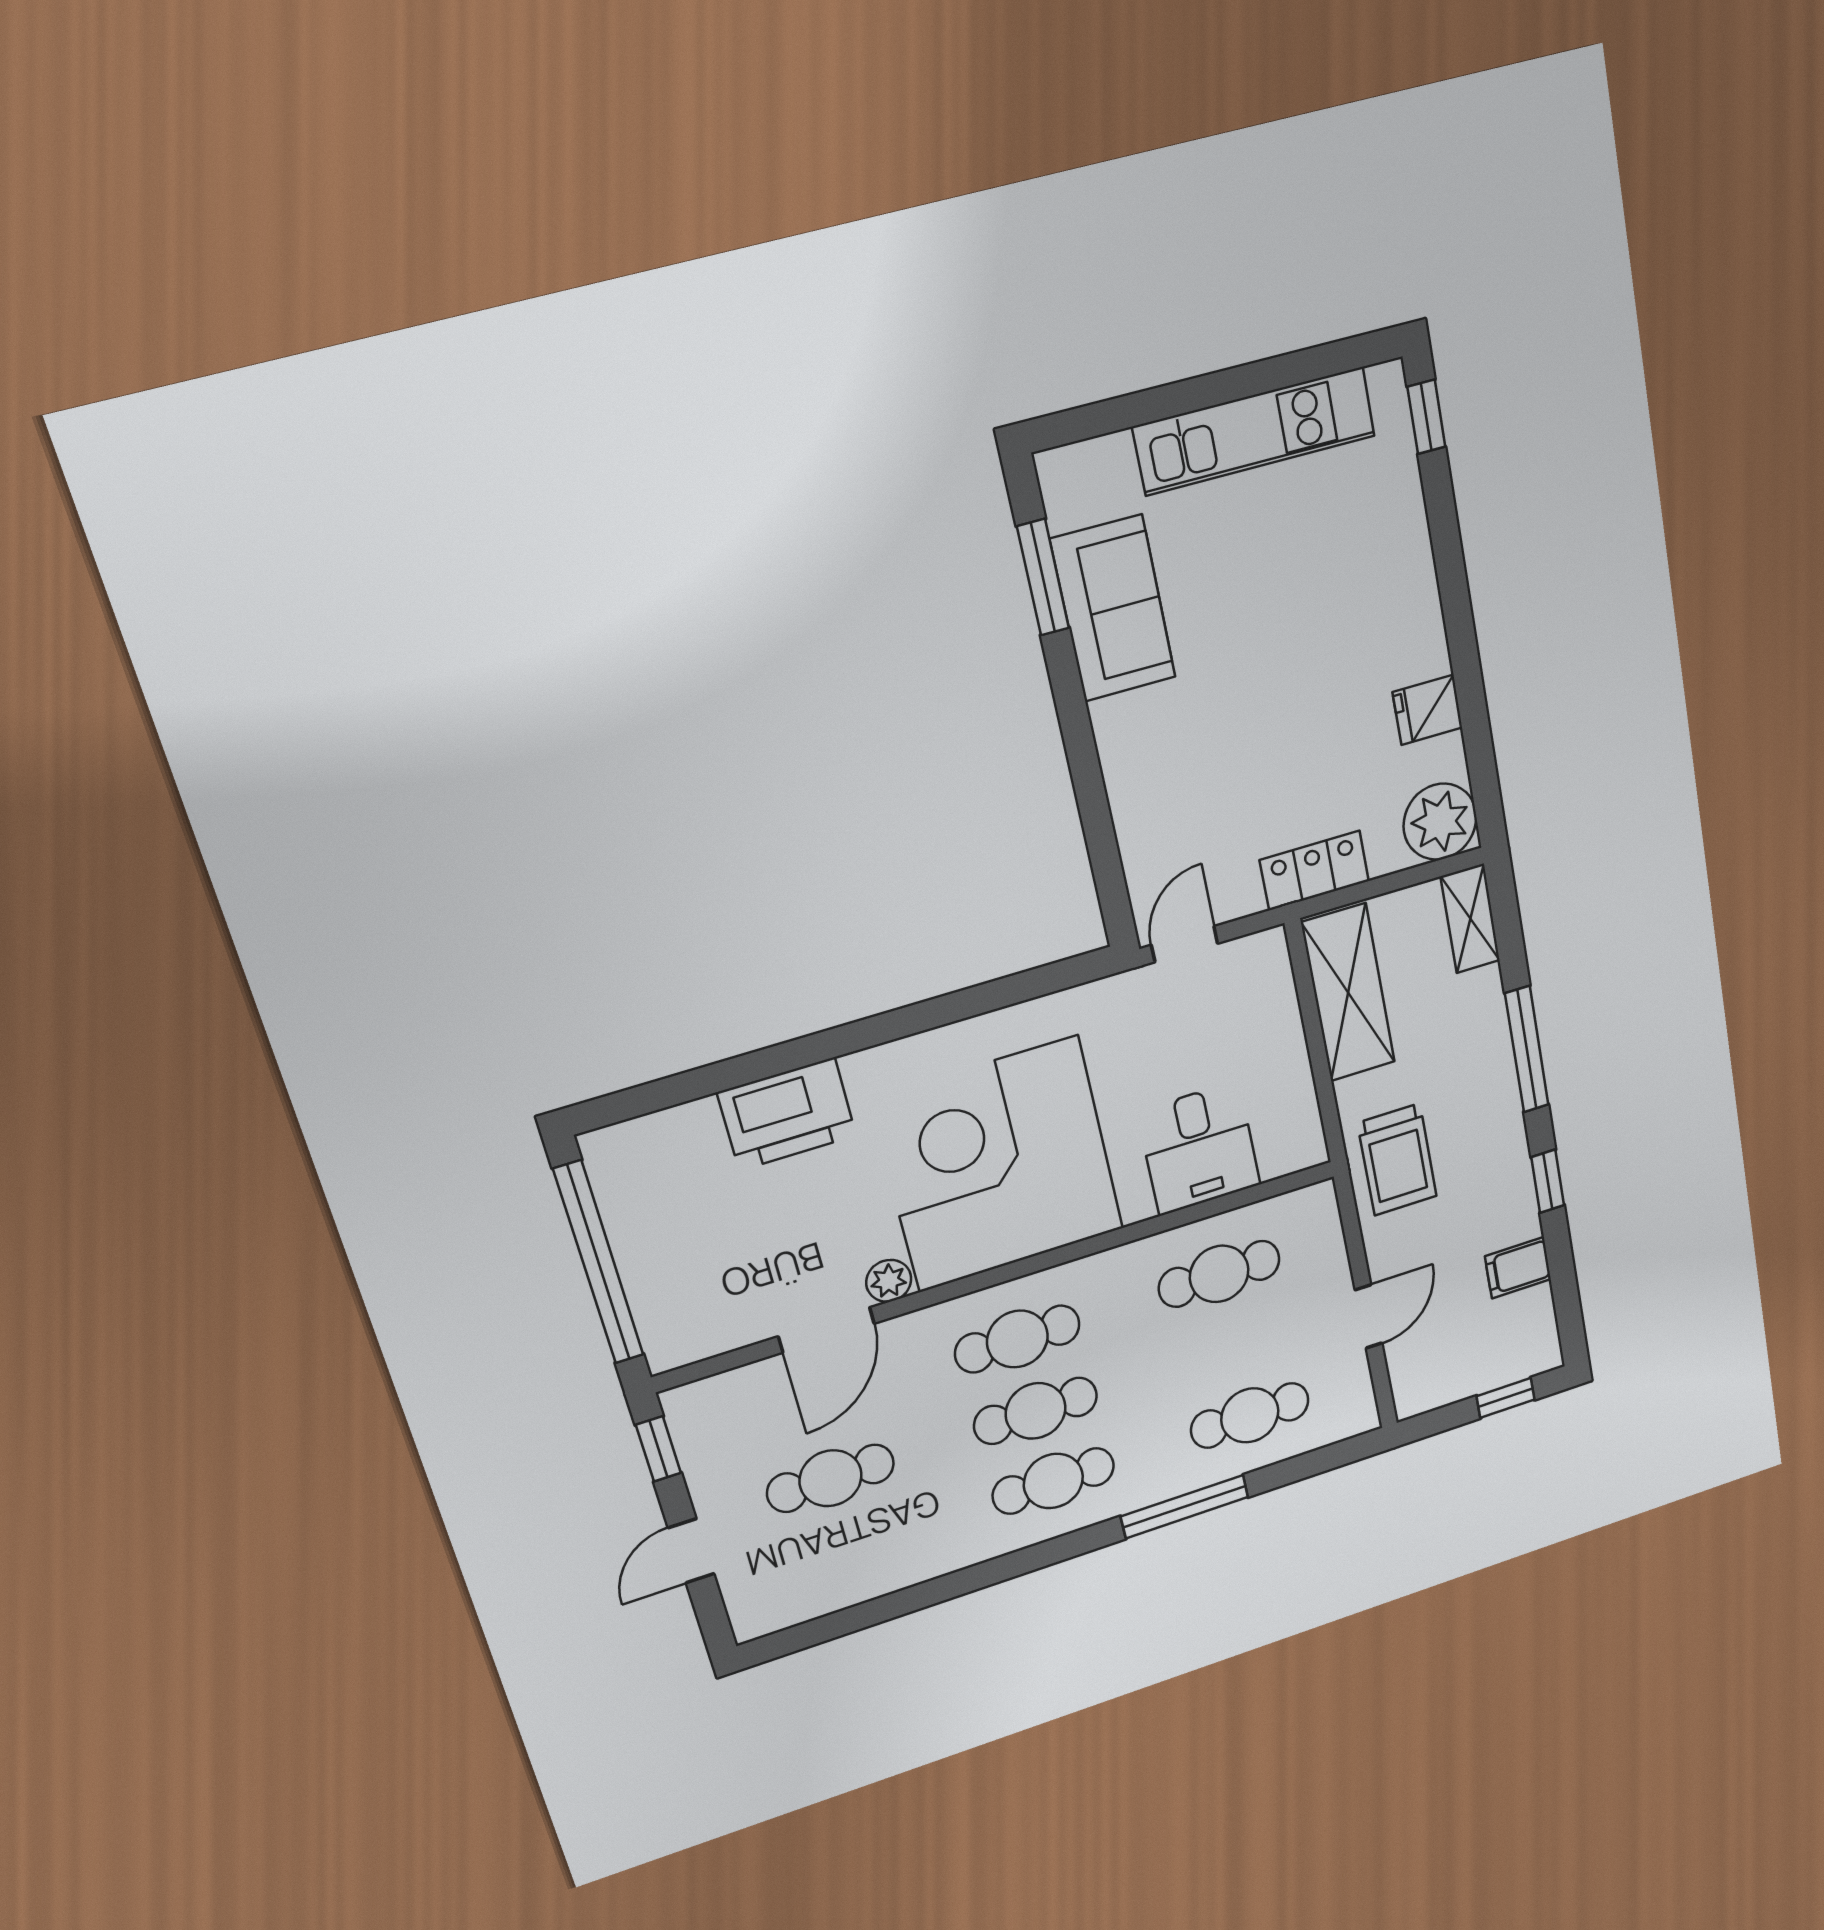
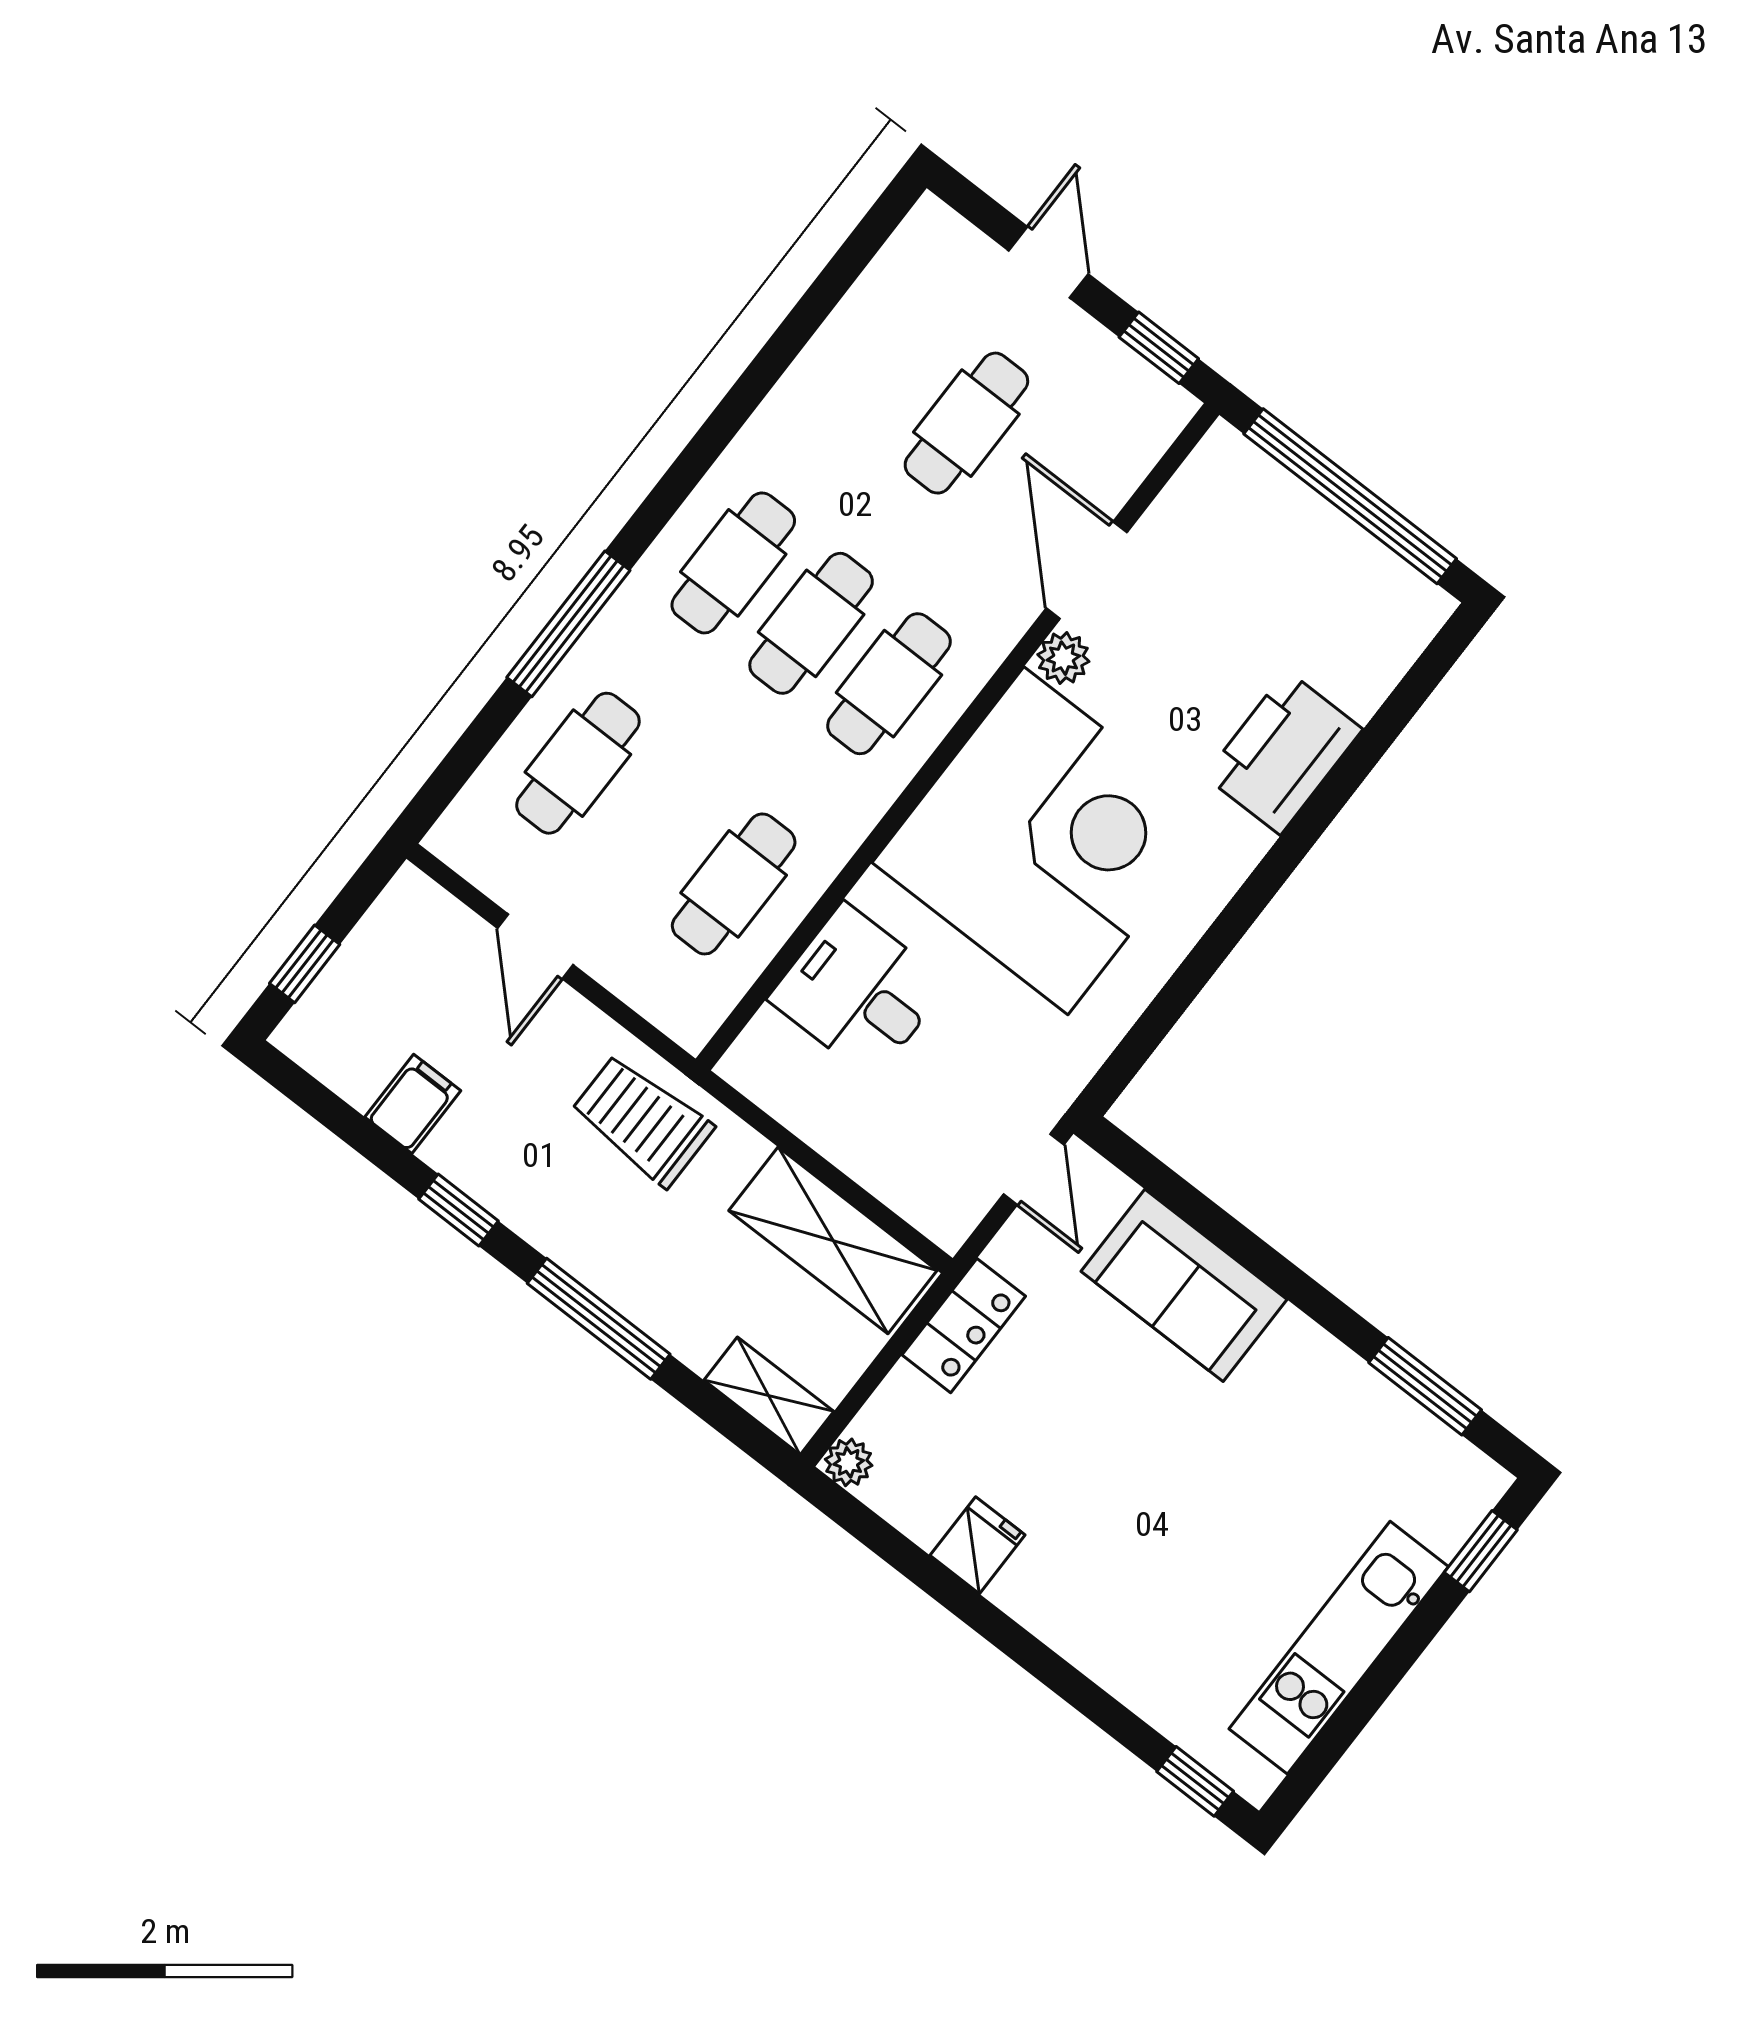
window: (1100, 419) -> (1481, 1551), added
sofa: (1113, 609) -> (1184, 1285), moved
plant: (1440, 822) -> (849, 1462), width x0.53, depth x0.53

